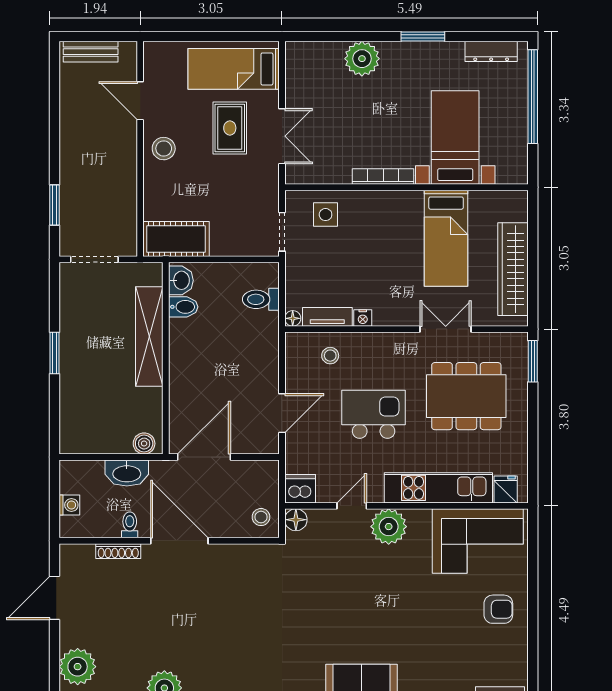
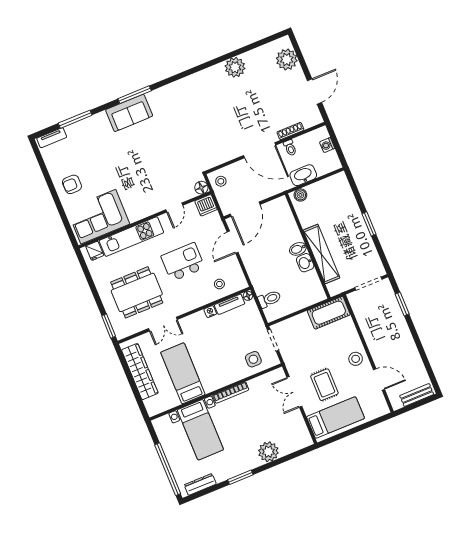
washbasin: (181, 280) -> (305, 263), moved
bidet: (183, 307) -> (298, 249), moved
kitchen island: (374, 414) -> (183, 262), turned 180
door: (204, 457) -> (245, 209), moved
plant: (389, 527) -> (150, 205), removed

